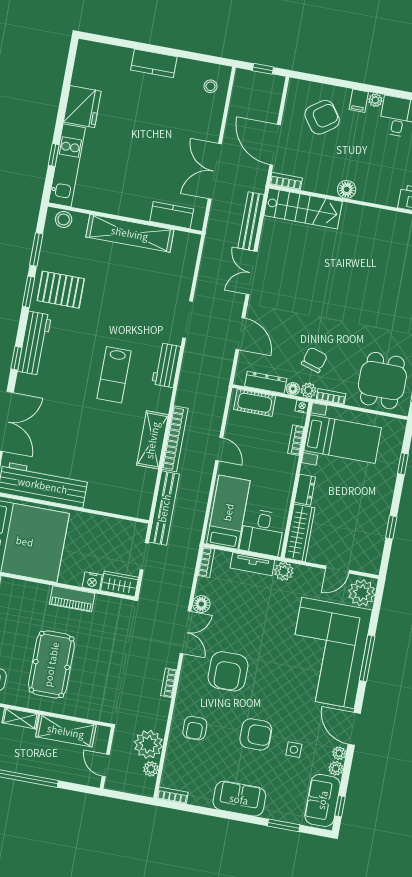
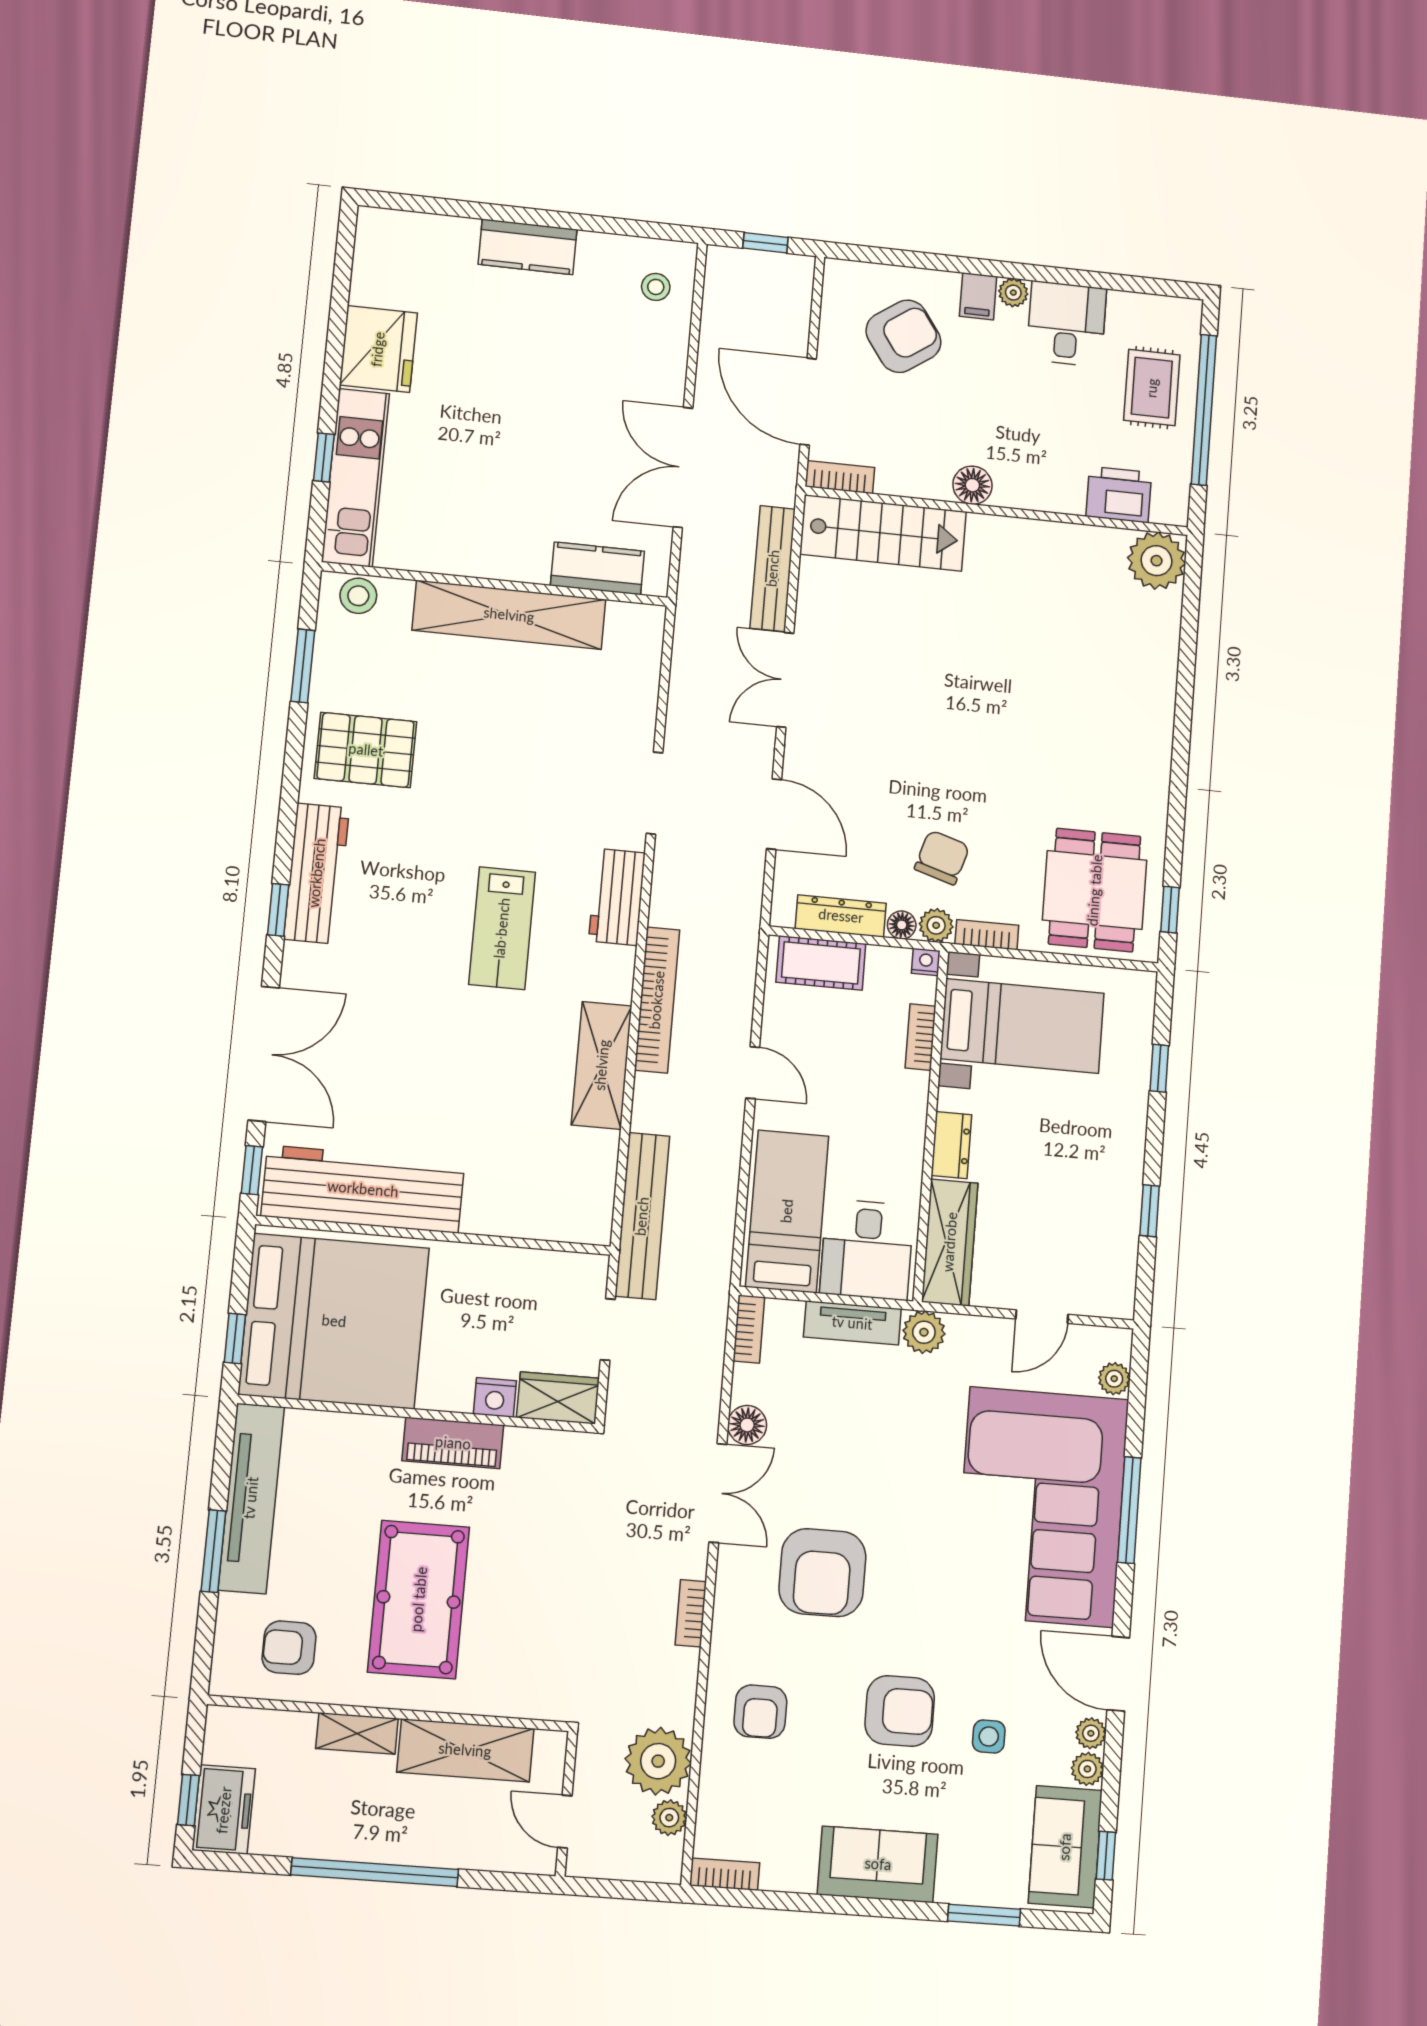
window: (28, 292) -> (293, 761), removed
bookcase: (175, 439) -> (657, 1000), moved
plant: (362, 593) -> (1114, 1379), width x0.53, depth x0.53

